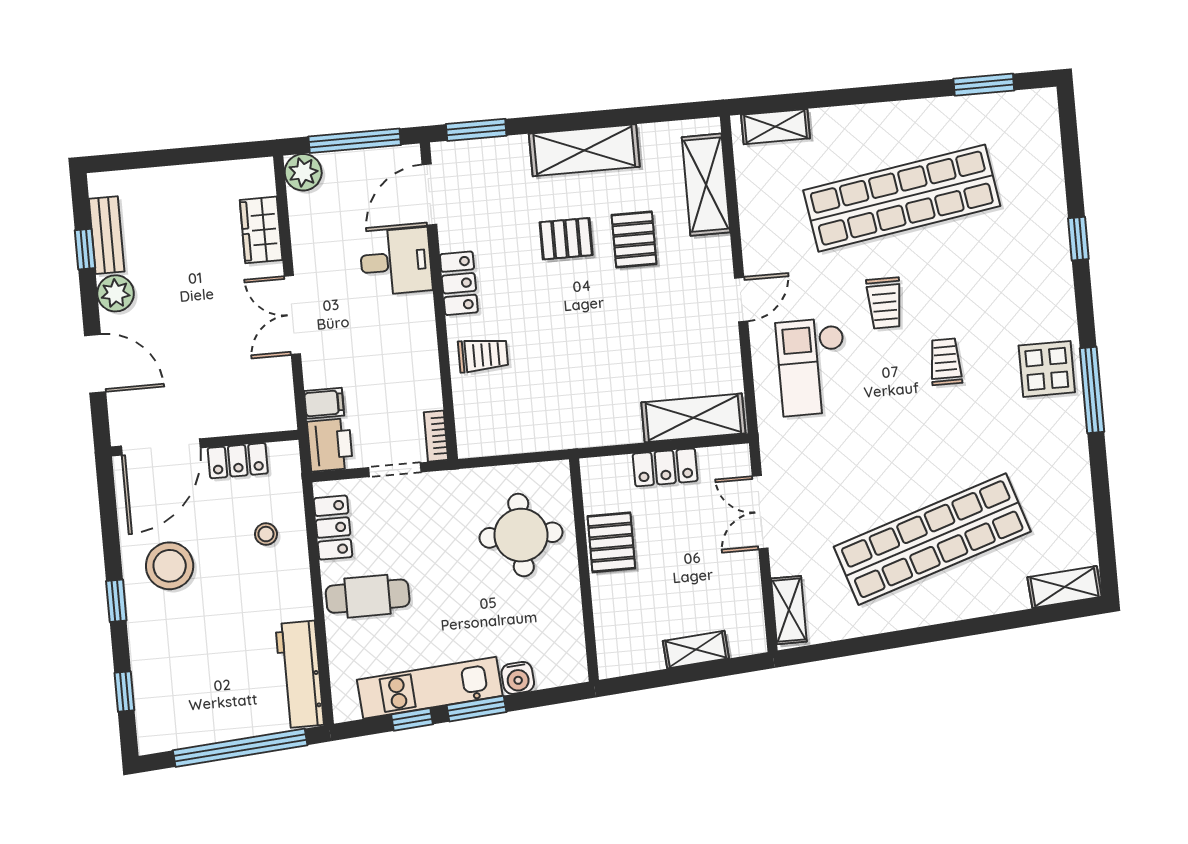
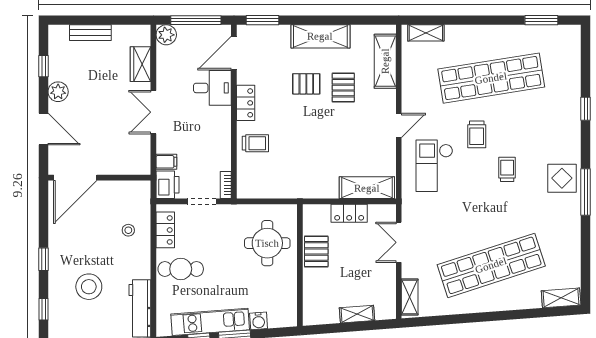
bench: (107, 235) -> (90, 33), moved, turned 90
locker: (238, 461) -> (117, 189), removed
stool: (170, 566) -> (89, 287), moved

